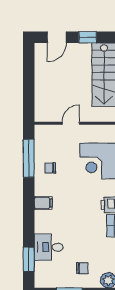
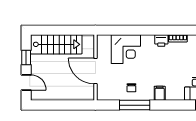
door: (71, 123) -> (95, 71), width x1.88
window: (29, 158) -> (135, 105), moved

